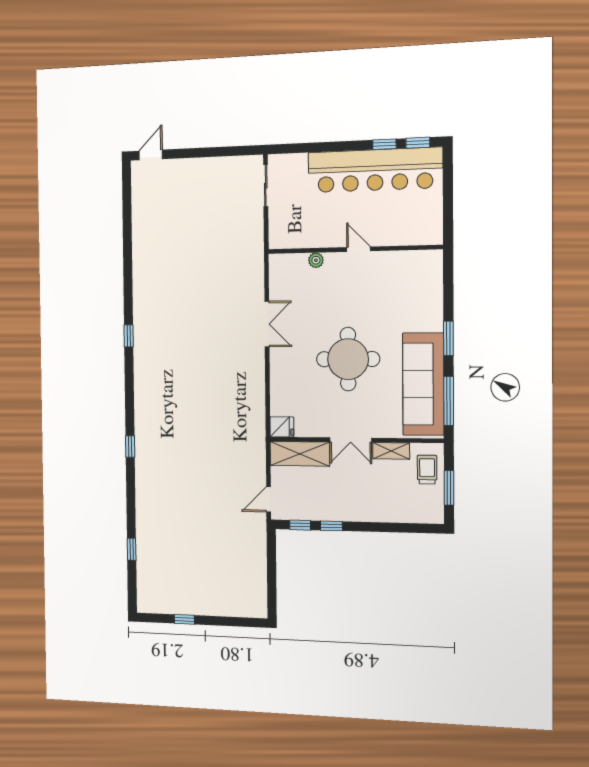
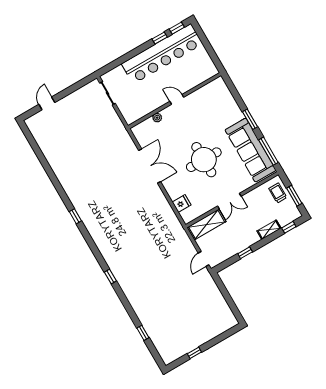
door: (151, 155) -> (47, 103), moved
double door: (267, 324) -> (150, 166), width x1.37
fridge: (282, 427) -> (182, 204), moved
shelving: (391, 451) -> (269, 230), moved
window: (300, 525) -> (289, 227), moved

